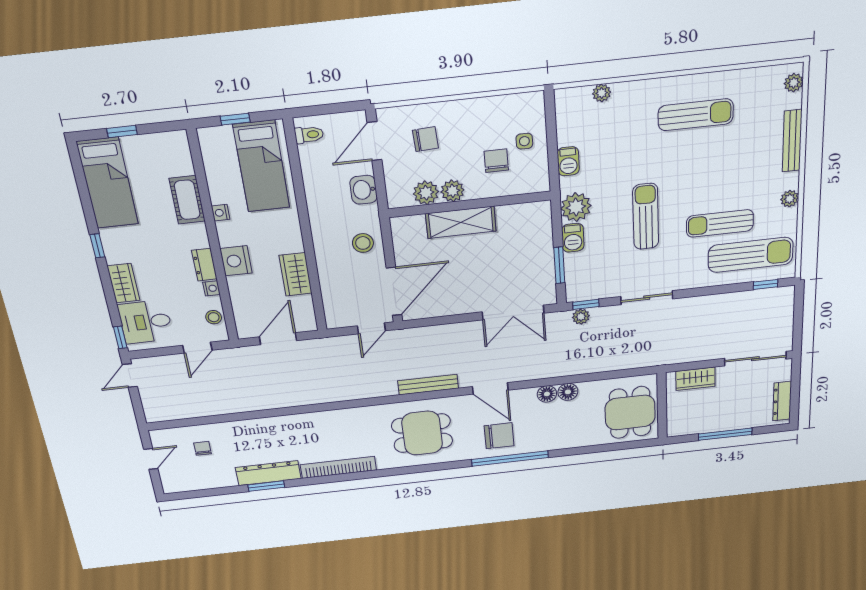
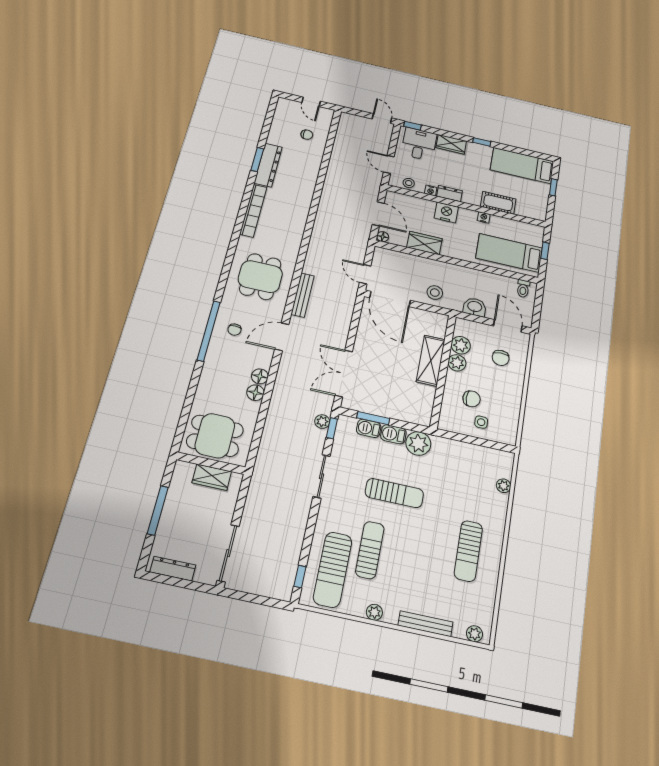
barbecue: (568, 161) -> (369, 428), moved
floor lamp: (309, 324) -> (383, 237), added
wardrobe: (695, 379) -> (212, 477), moved, turned -90
chair: (499, 436) -> (234, 330), width x0.54, depth x0.54

